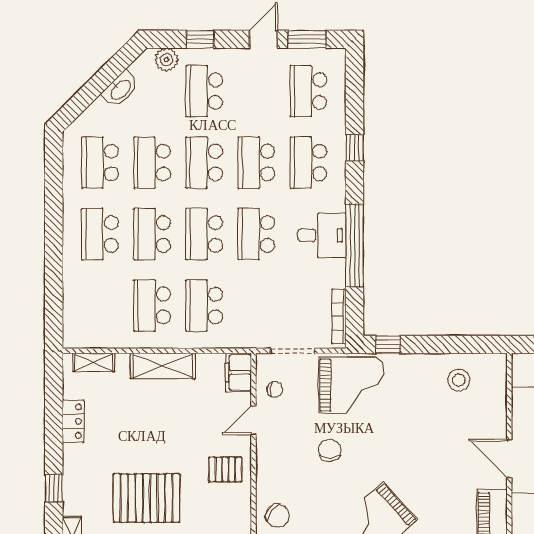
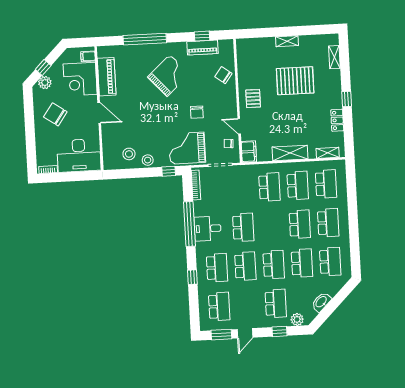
school desk: (204, 234) -> (326, 184), moved
stool: (425, 367) -> (148, 160), added
door: (254, 420) -> (239, 126), swing flipped
pallet: (225, 469) -> (253, 99), turned 90
window: (54, 488) -> (347, 99), moved

